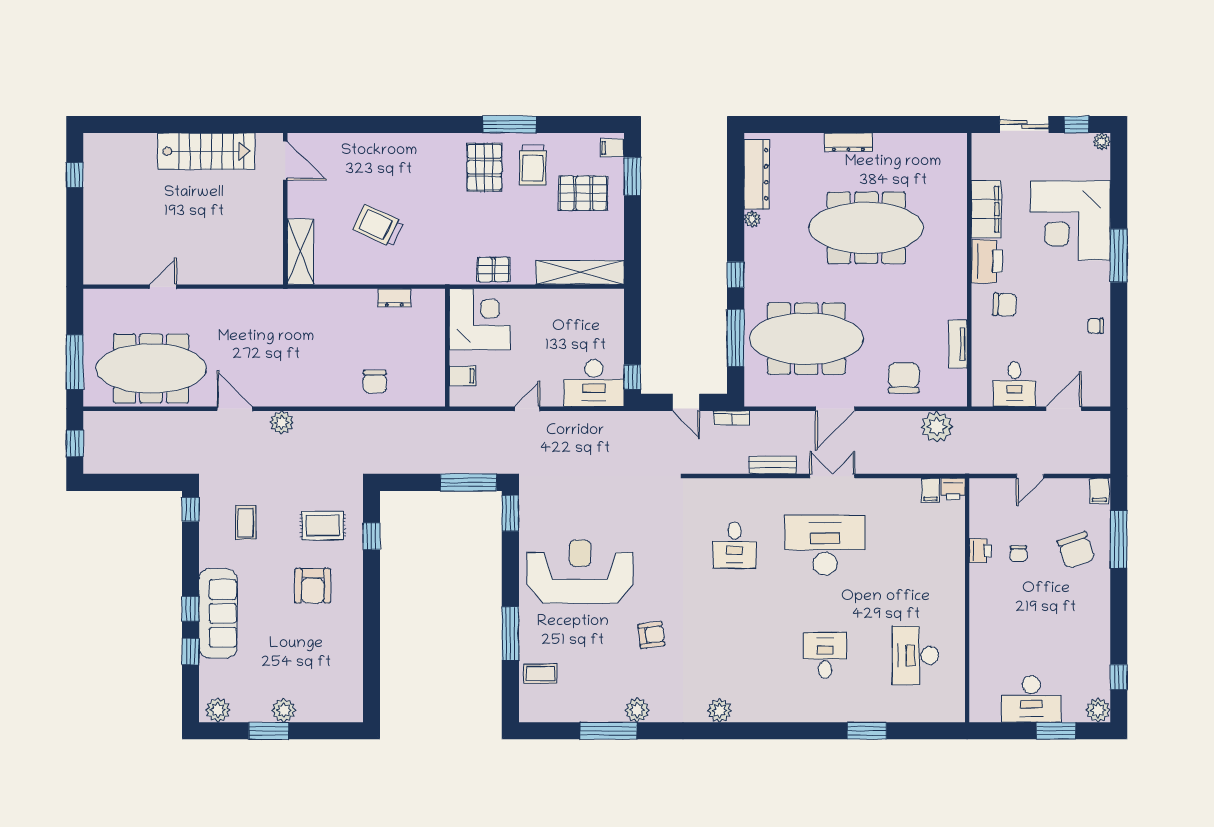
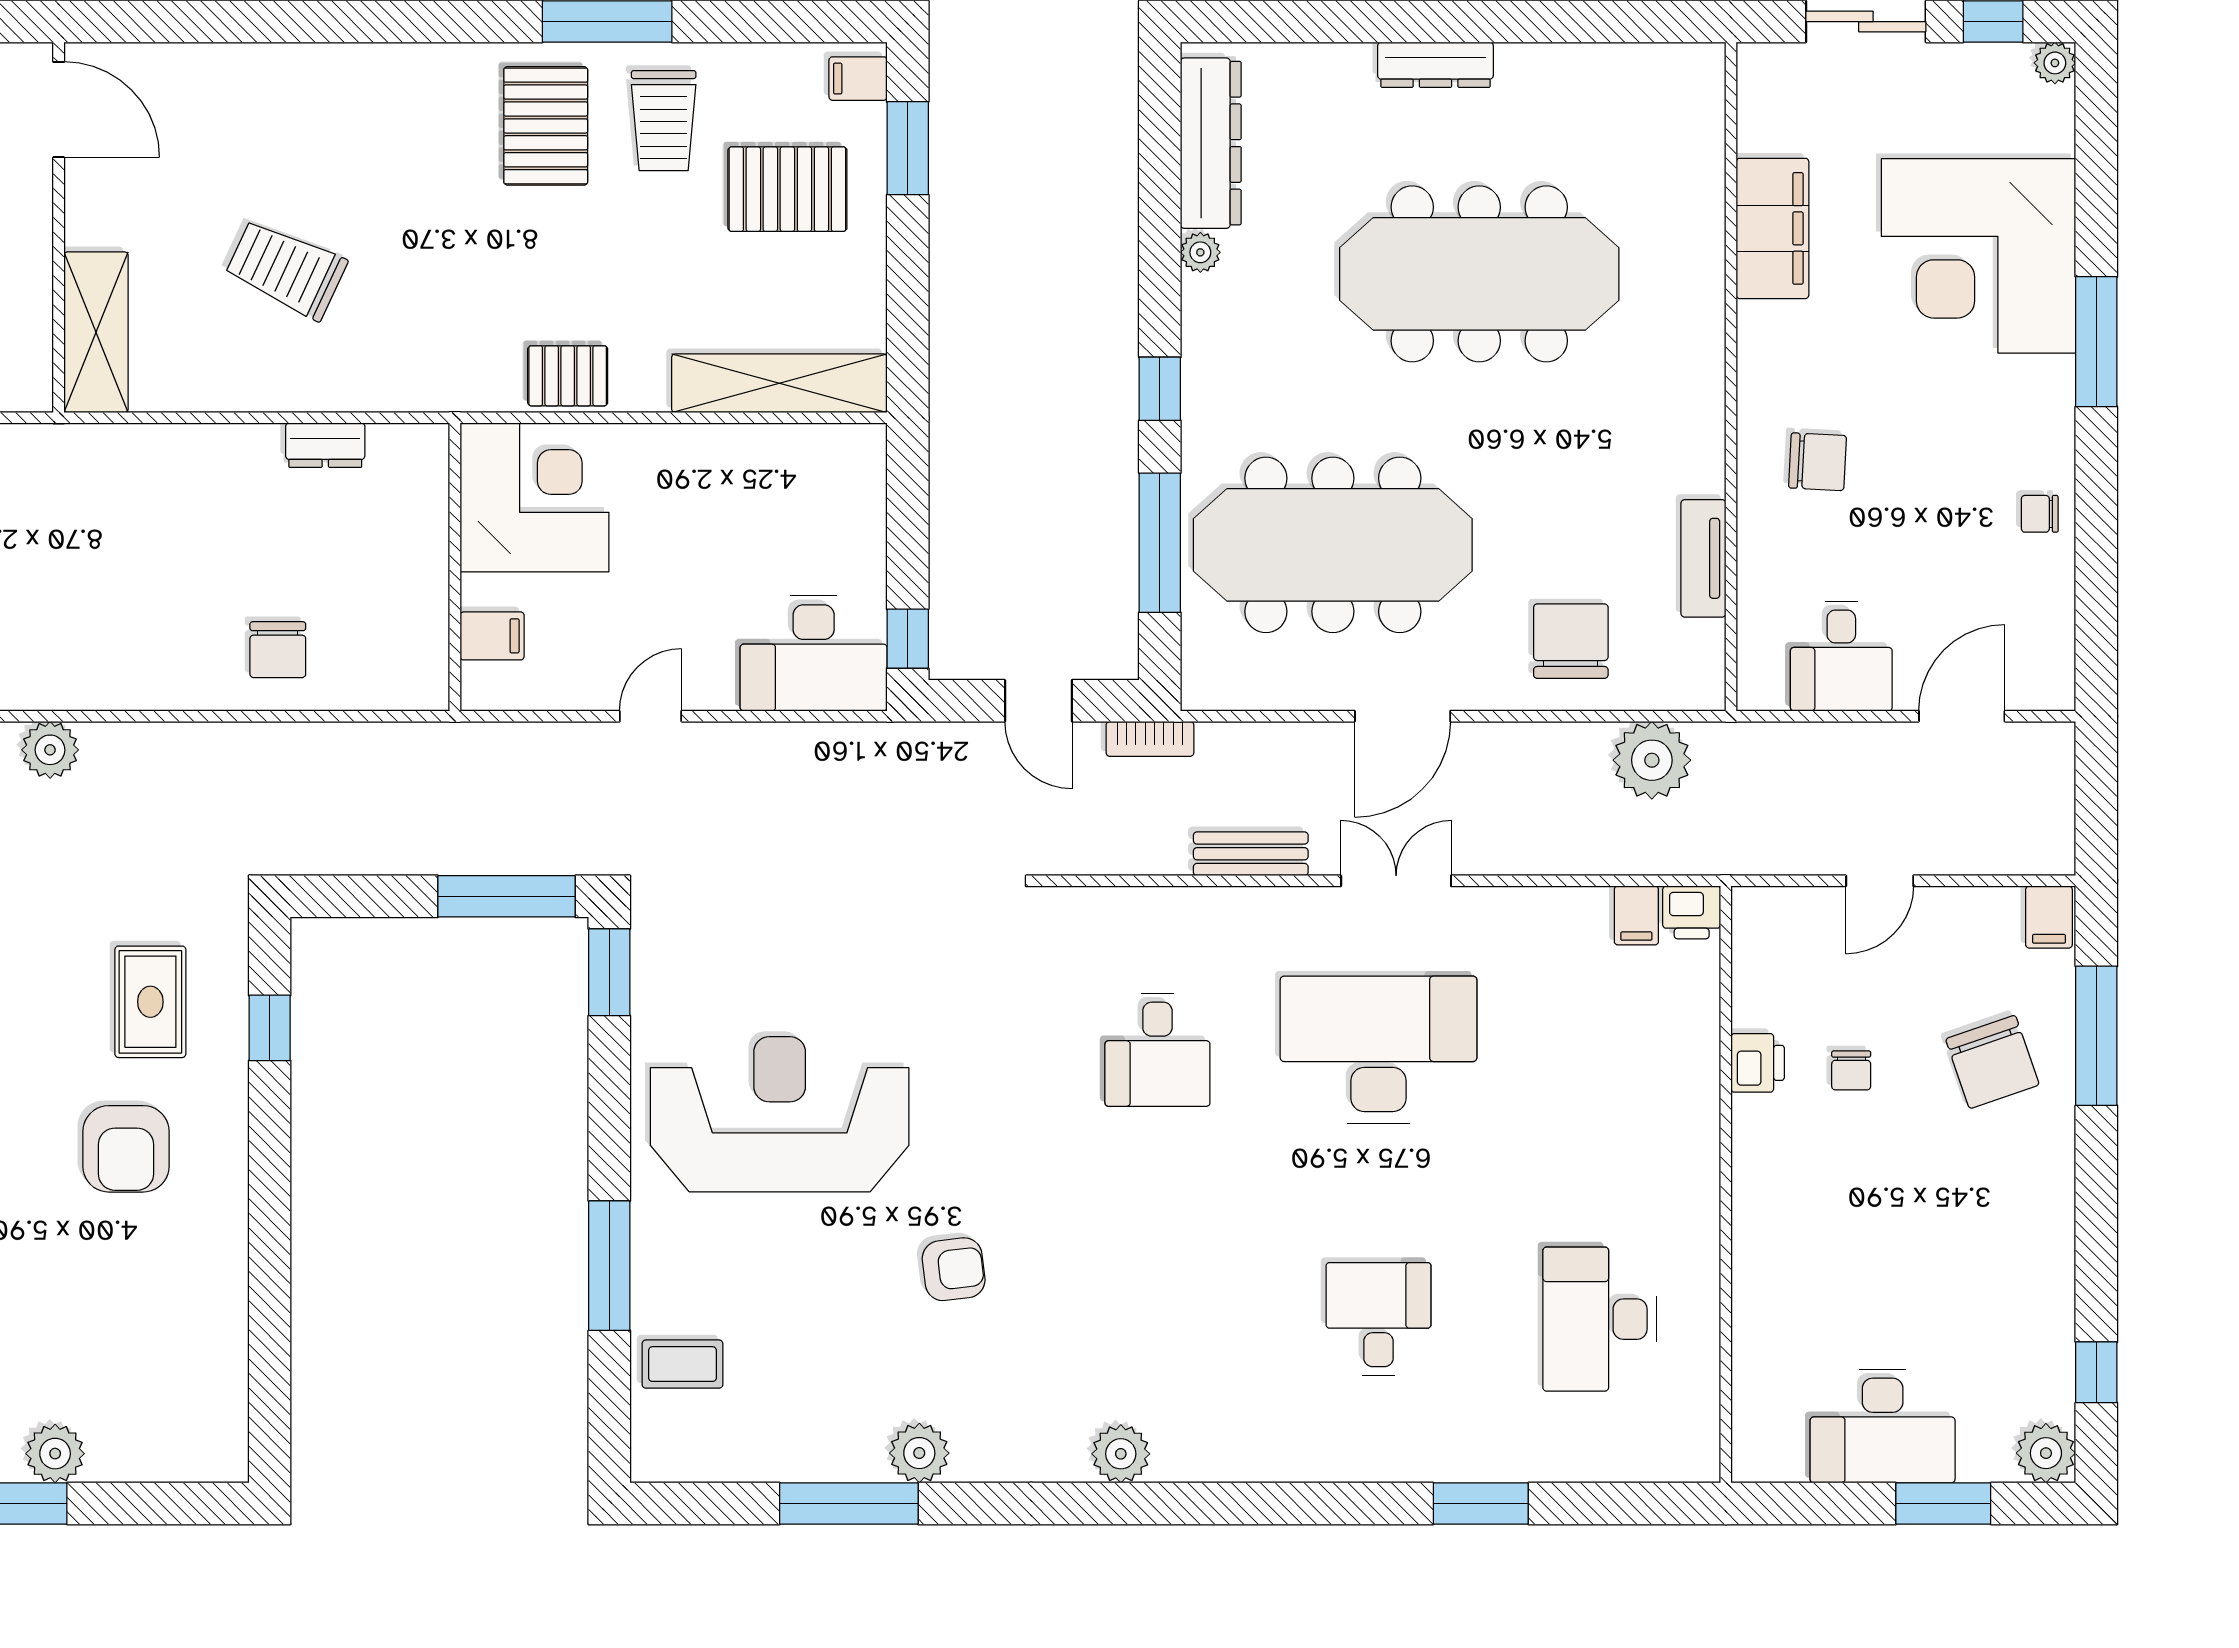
printer: (987, 261) -> (1774, 355), removed
rug: (323, 526) -> (150, 1002), turned 90

